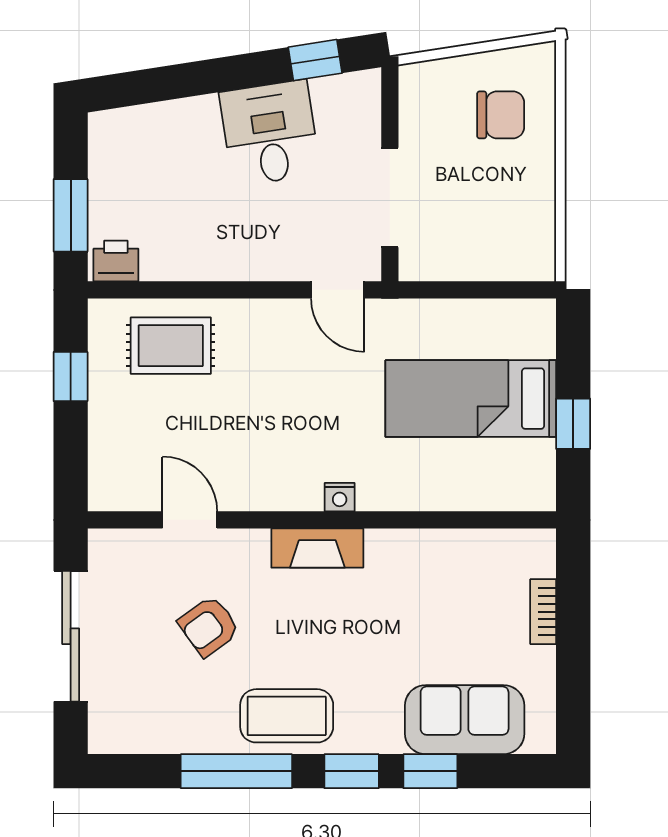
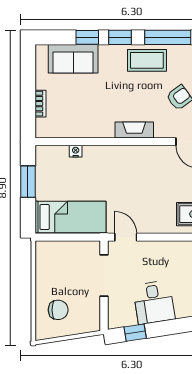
chair: (501, 115) -> (58, 310), turned 180
bed: (471, 399) -> (70, 217), moved
window: (573, 424) -> (28, 182), width x1.50
nightstand: (340, 497) -> (76, 151), moved

